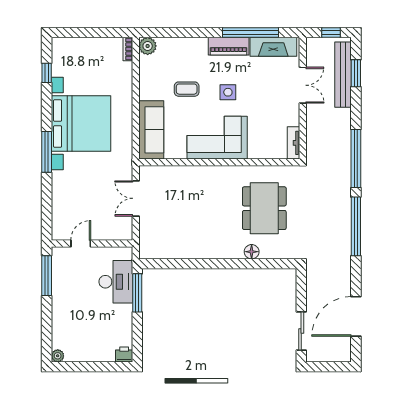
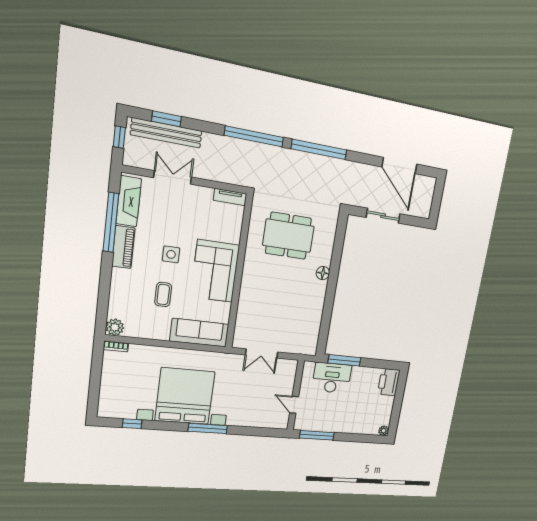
floor lamp: (252, 252) -> (323, 273), moved
sliding door: (301, 331) -> (383, 216), moved
printer: (124, 354) -> (389, 382), width x1.87, depth x1.48

